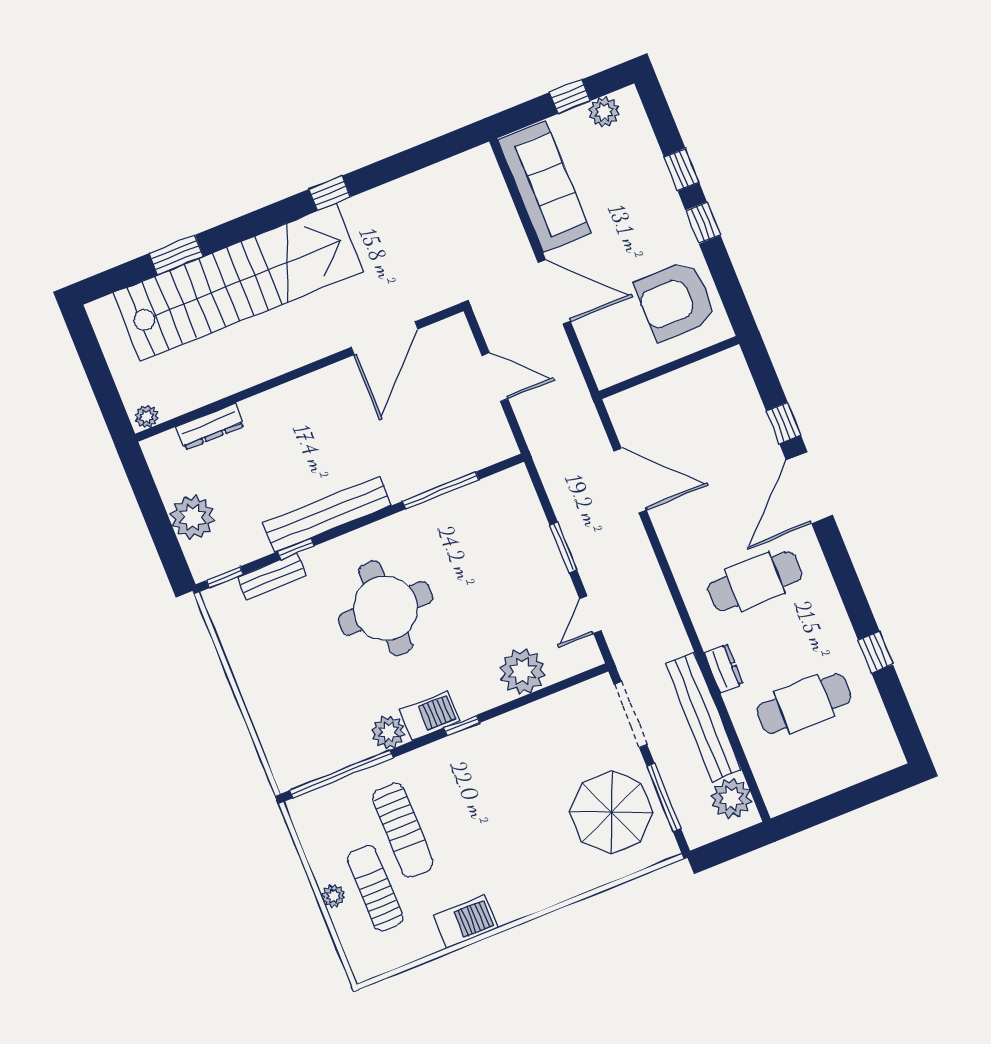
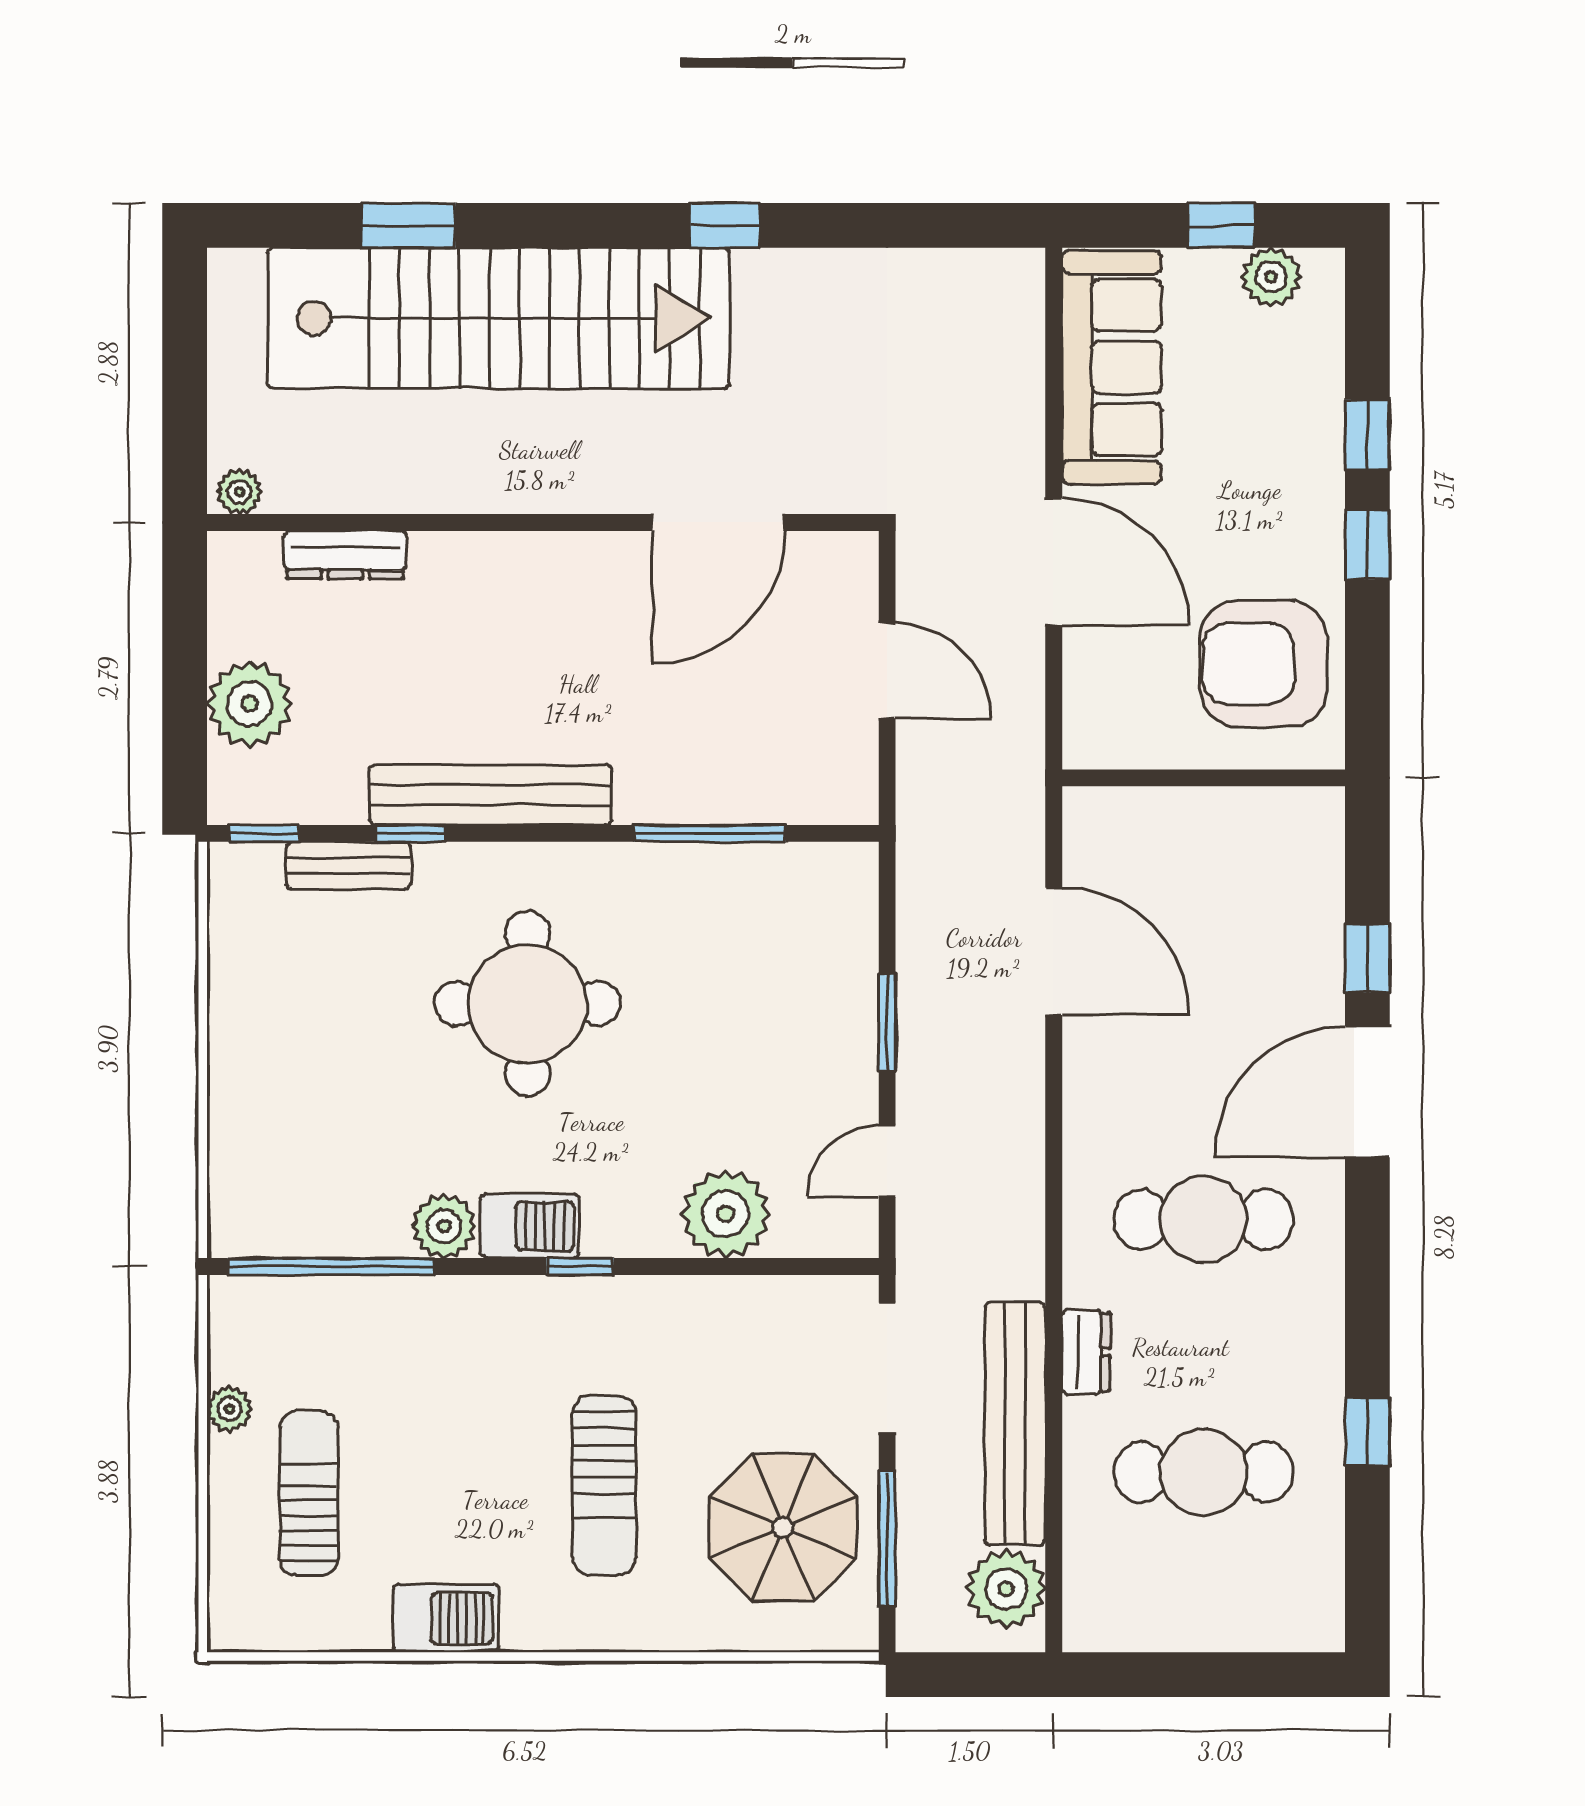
sun lounger: (403, 830) -> (604, 1485), moved
plant: (333, 896) -> (229, 1409), moved

